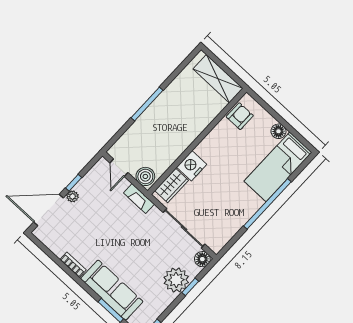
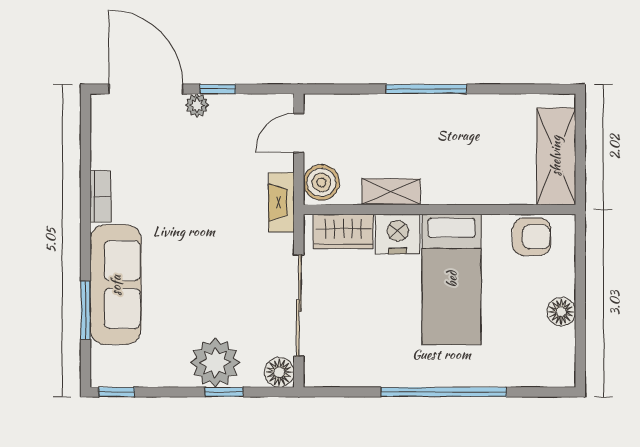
shelving: (173, 153) -> (391, 192), added
bed: (278, 167) -> (452, 279), moved, turned -90

